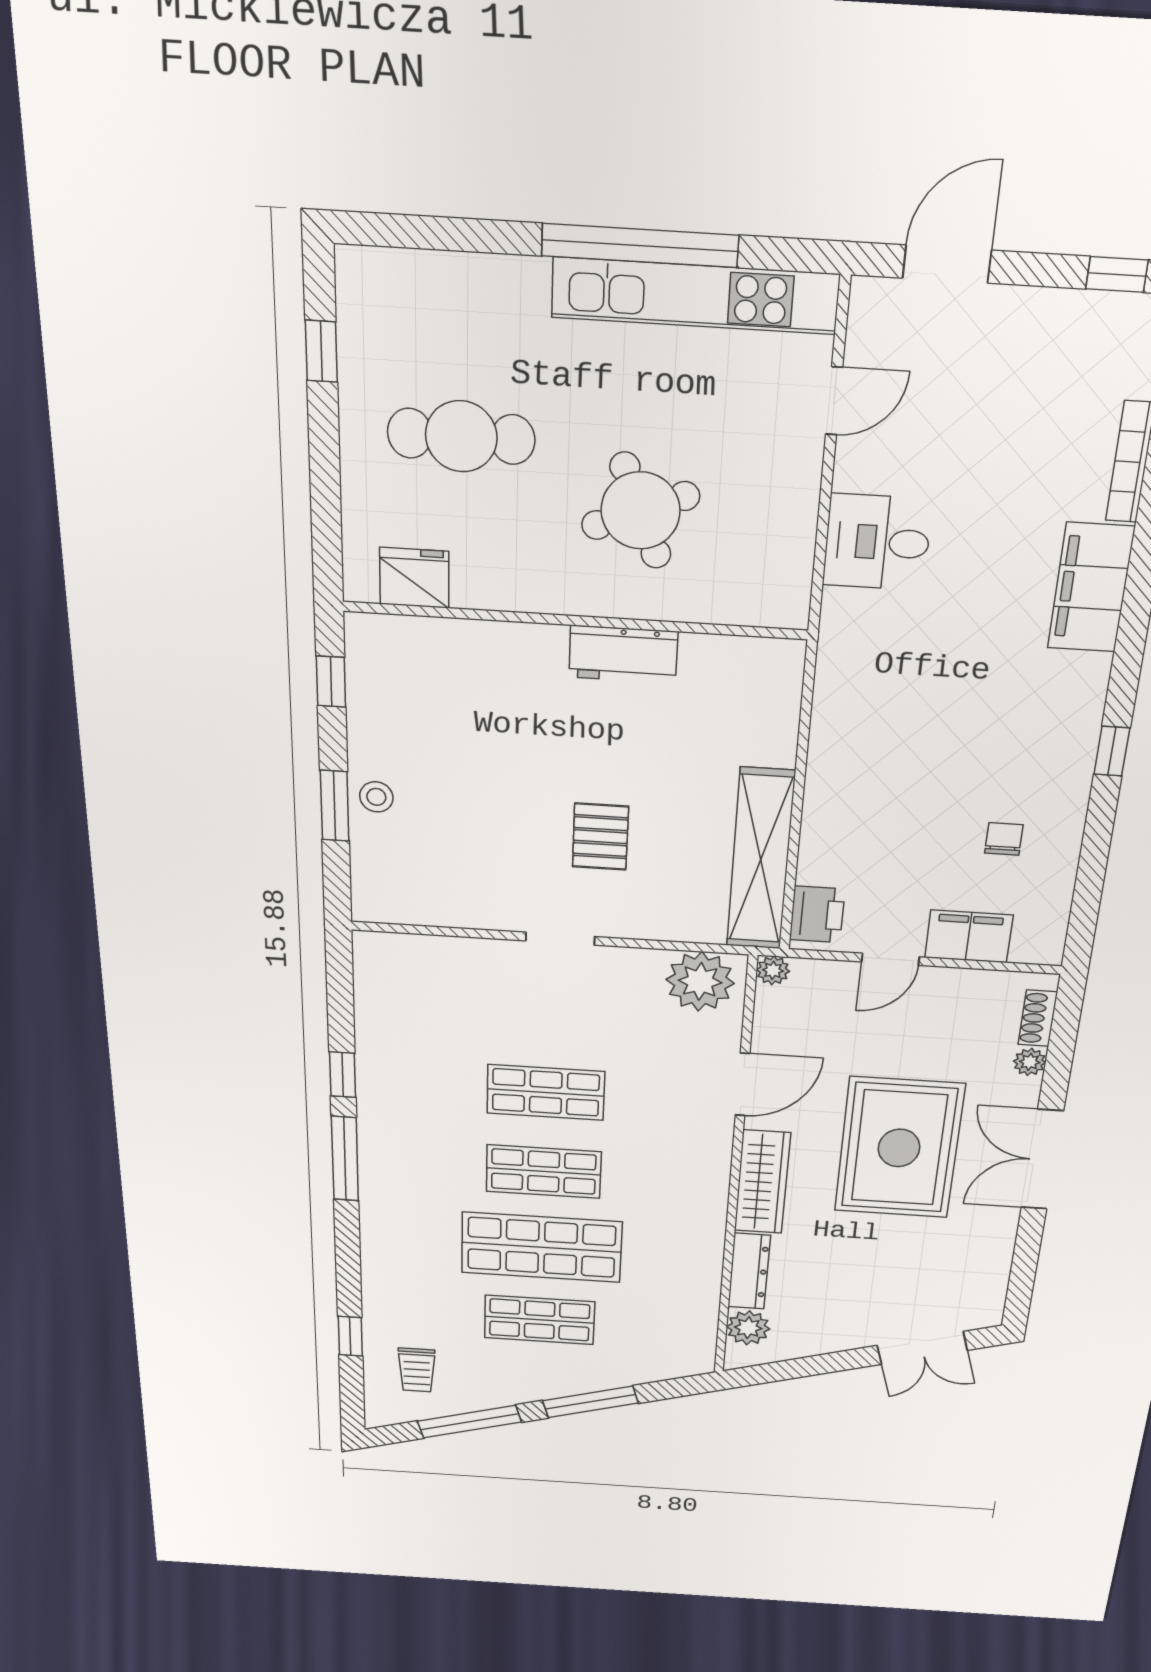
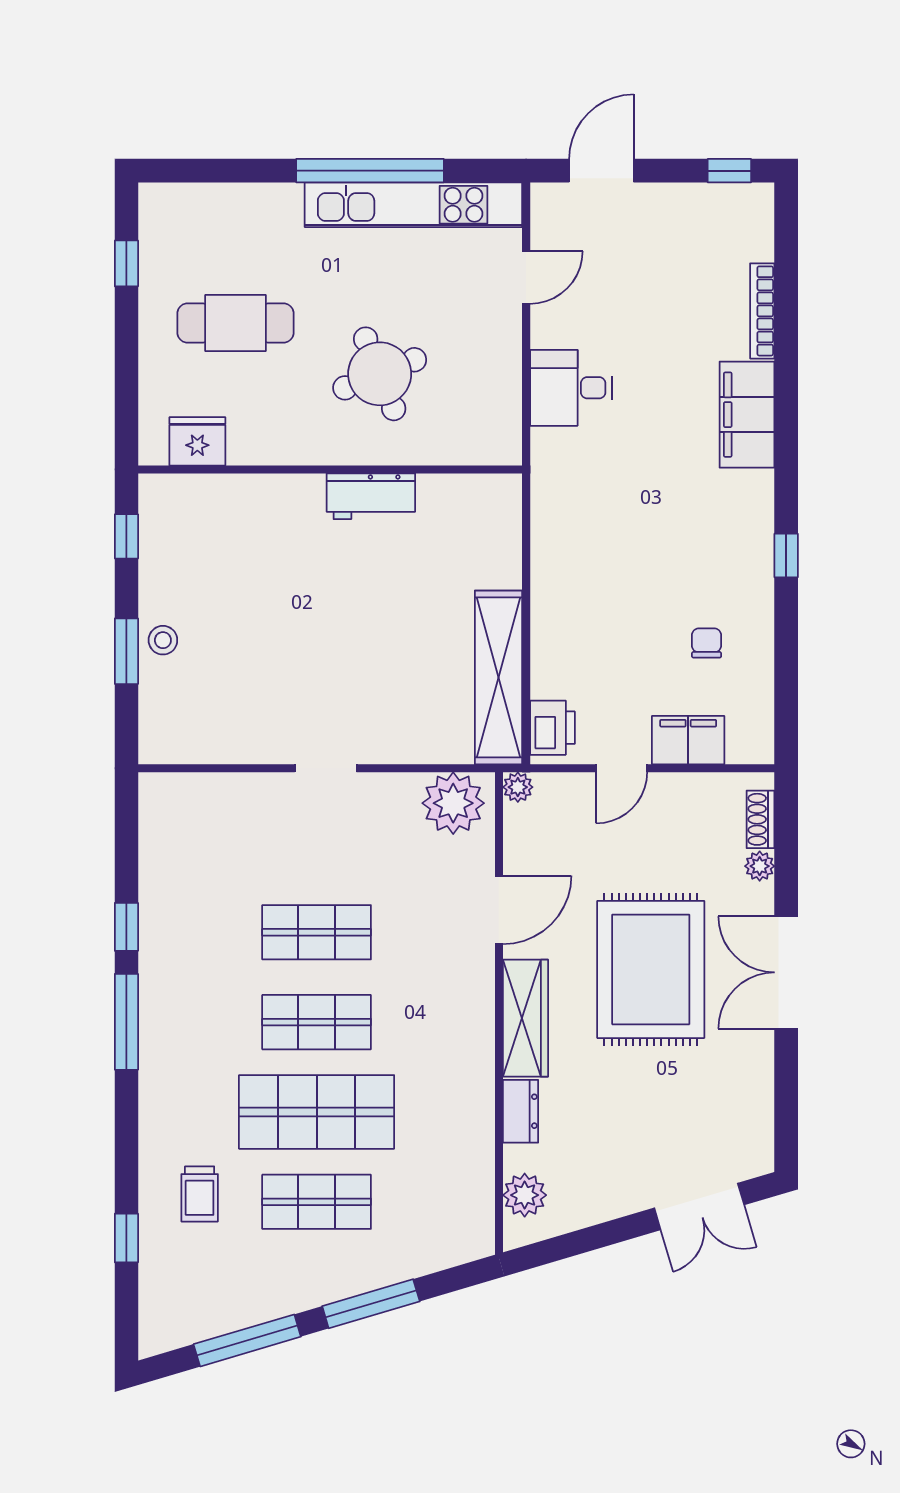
pallet: (600, 837) -> (358, 665), removed
dresser: (749, 1271) -> (521, 1111), width x0.70
trolley: (417, 1370) -> (200, 1194), moved

